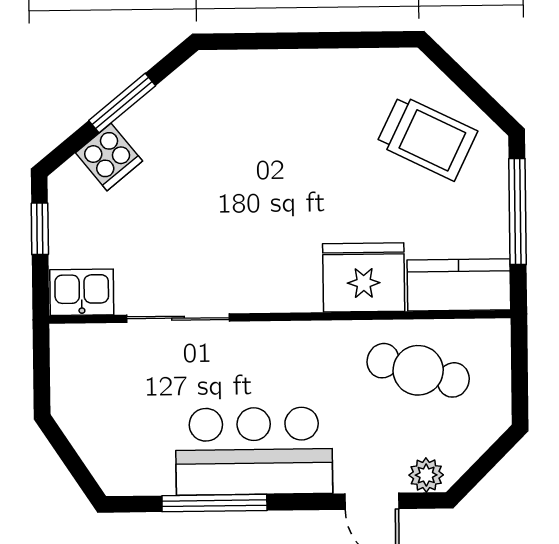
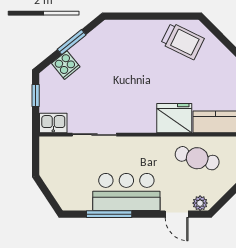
trolley: (427, 138) -> (183, 41), moved

